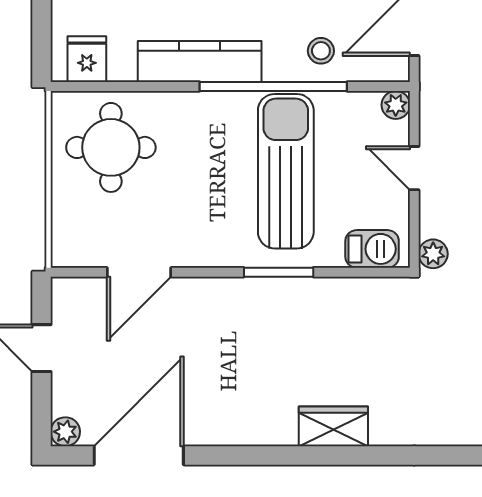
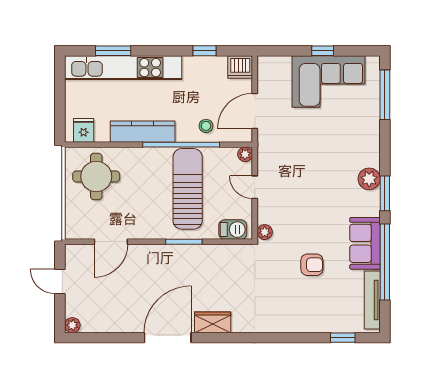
door: (139, 455) -> (168, 338), moved

